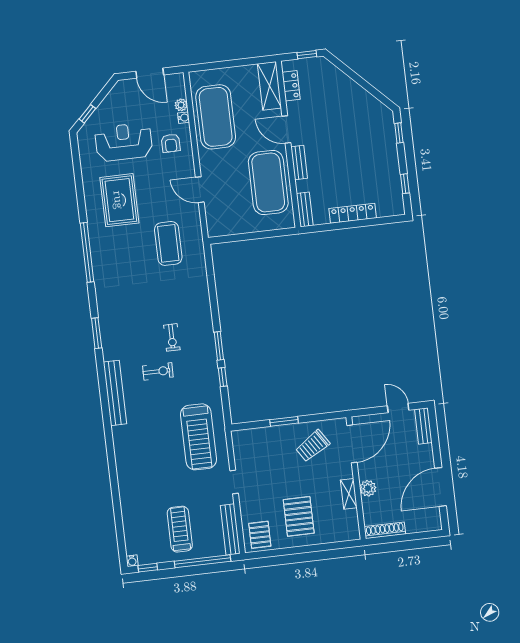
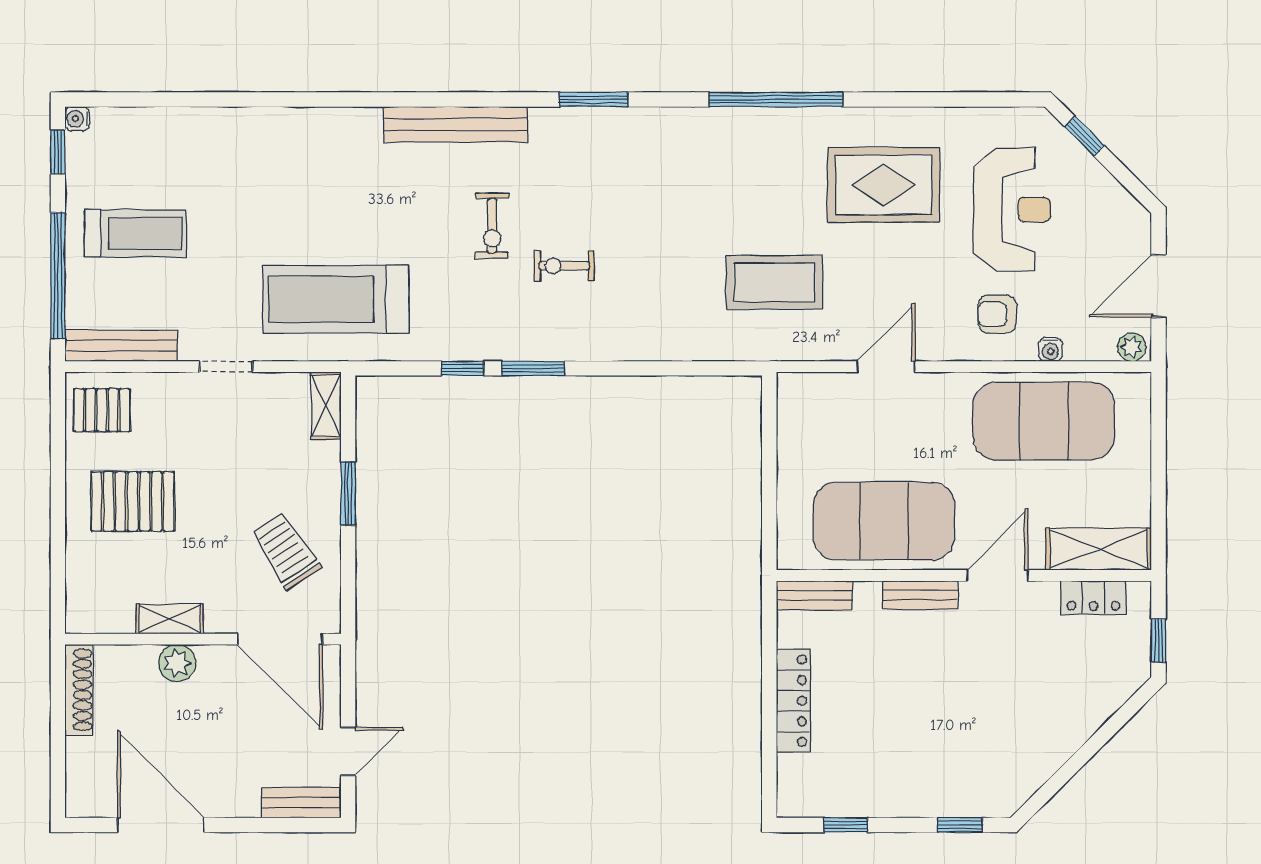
plant: (181, 105) -> (1132, 347), moved
shelving: (246, 436) -> (326, 406), added

